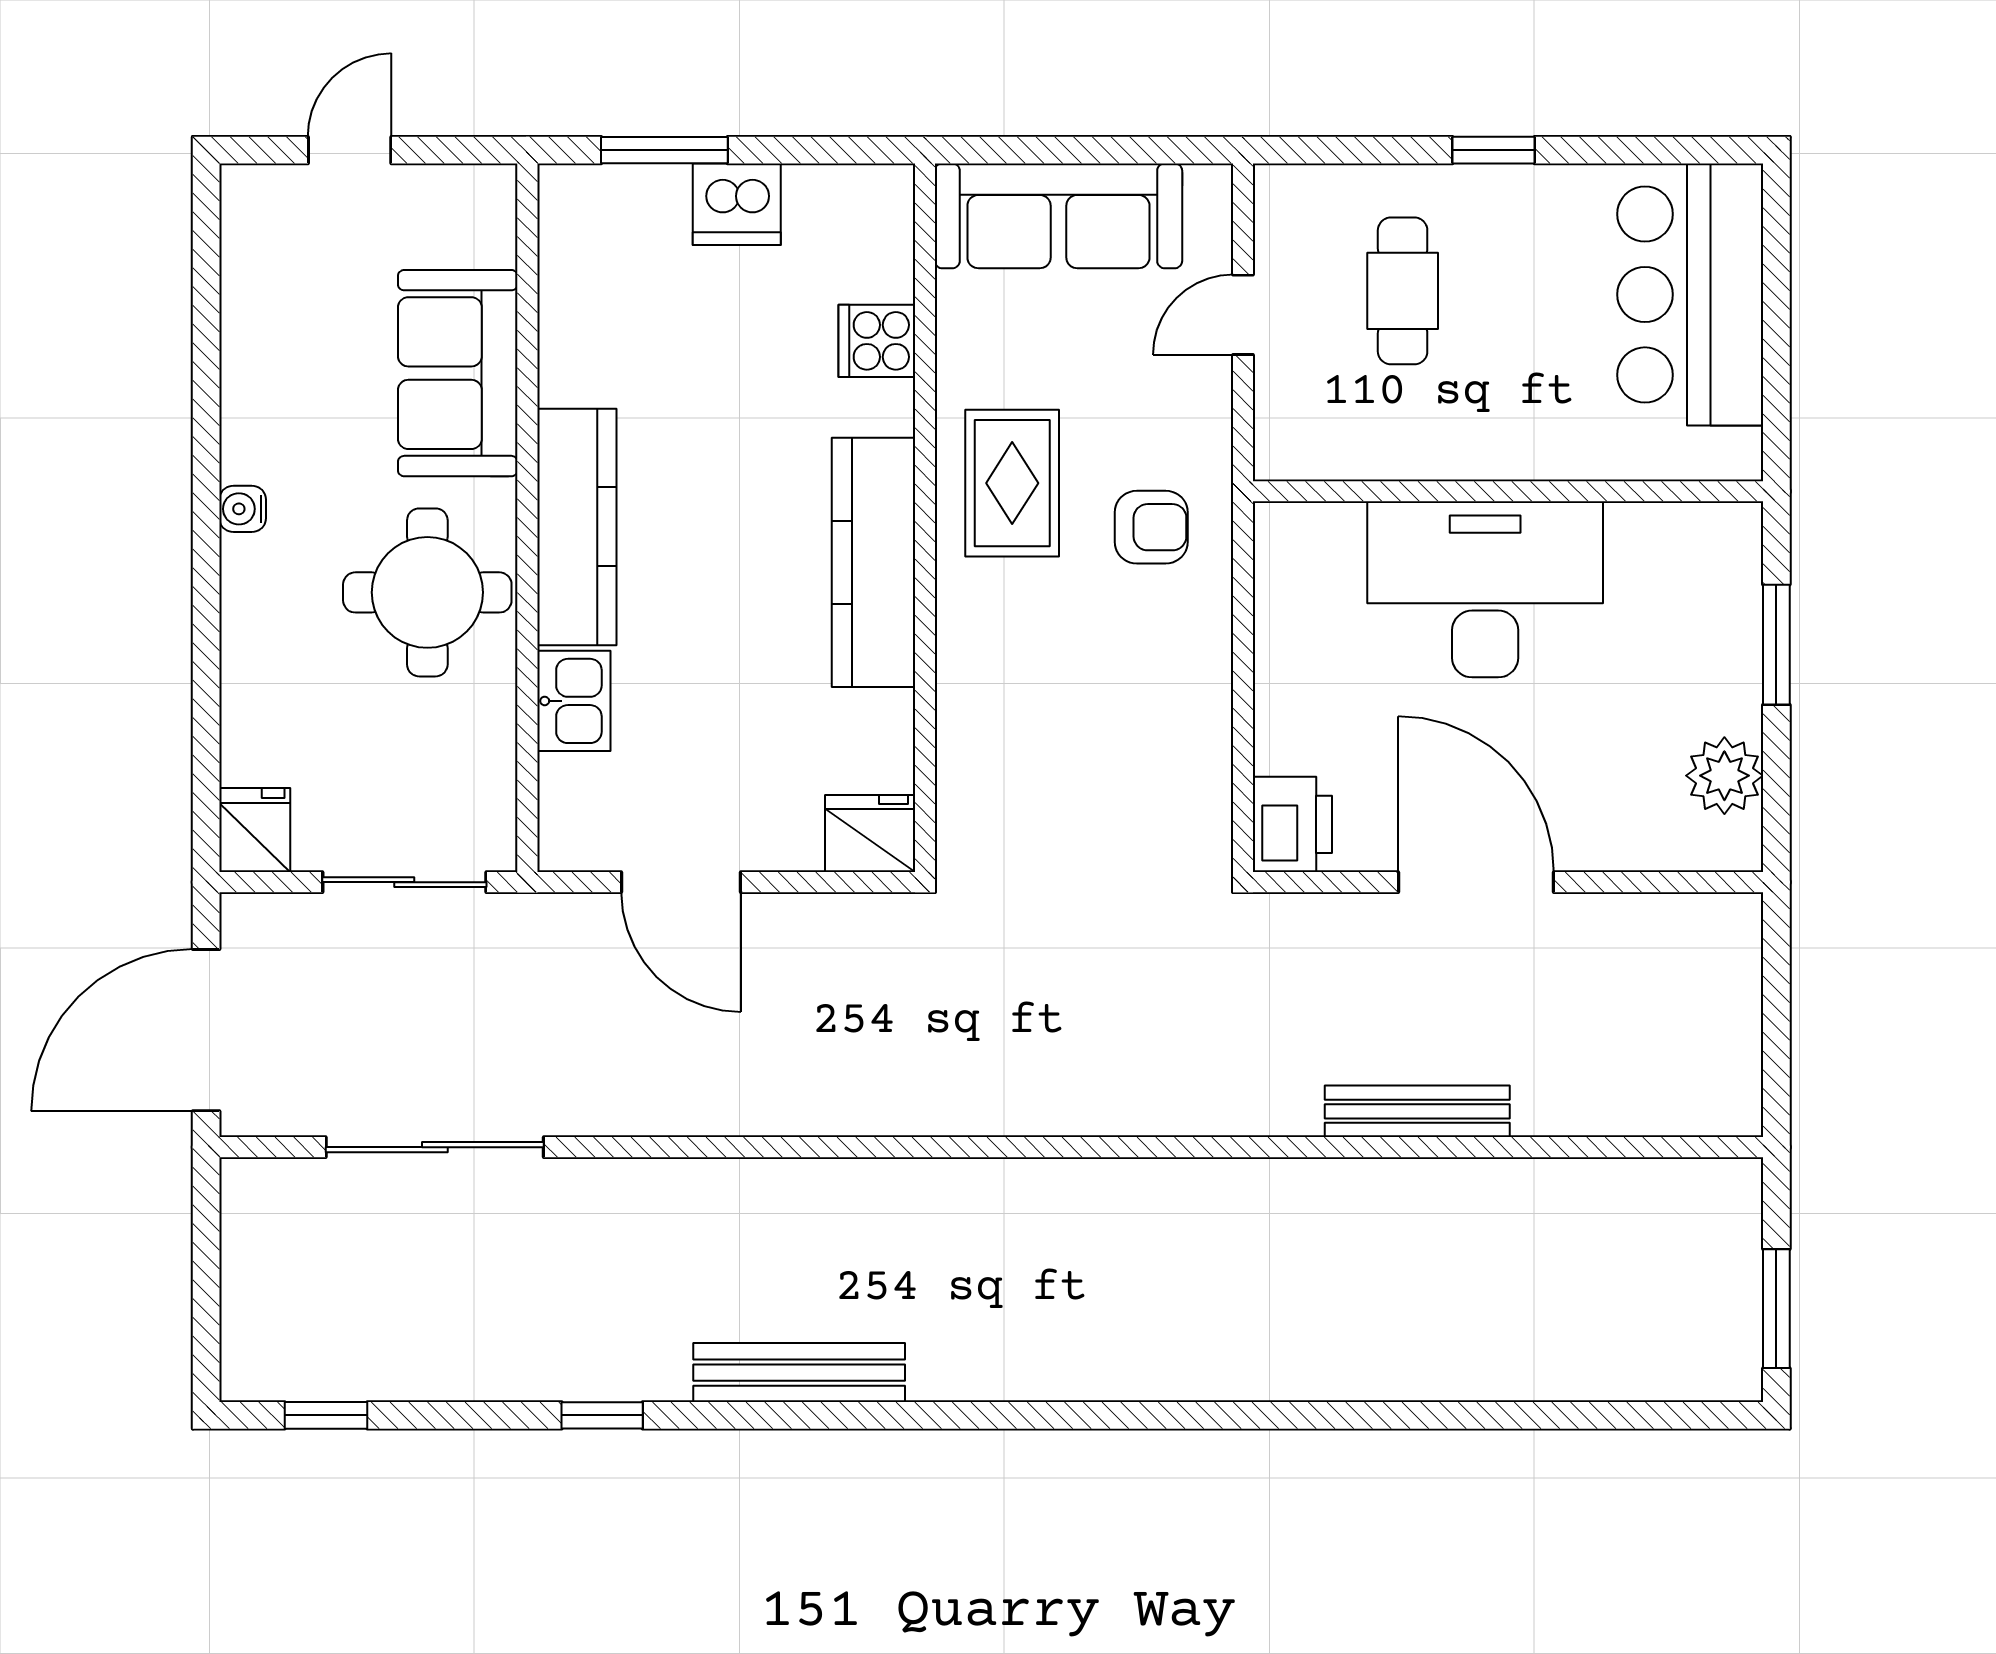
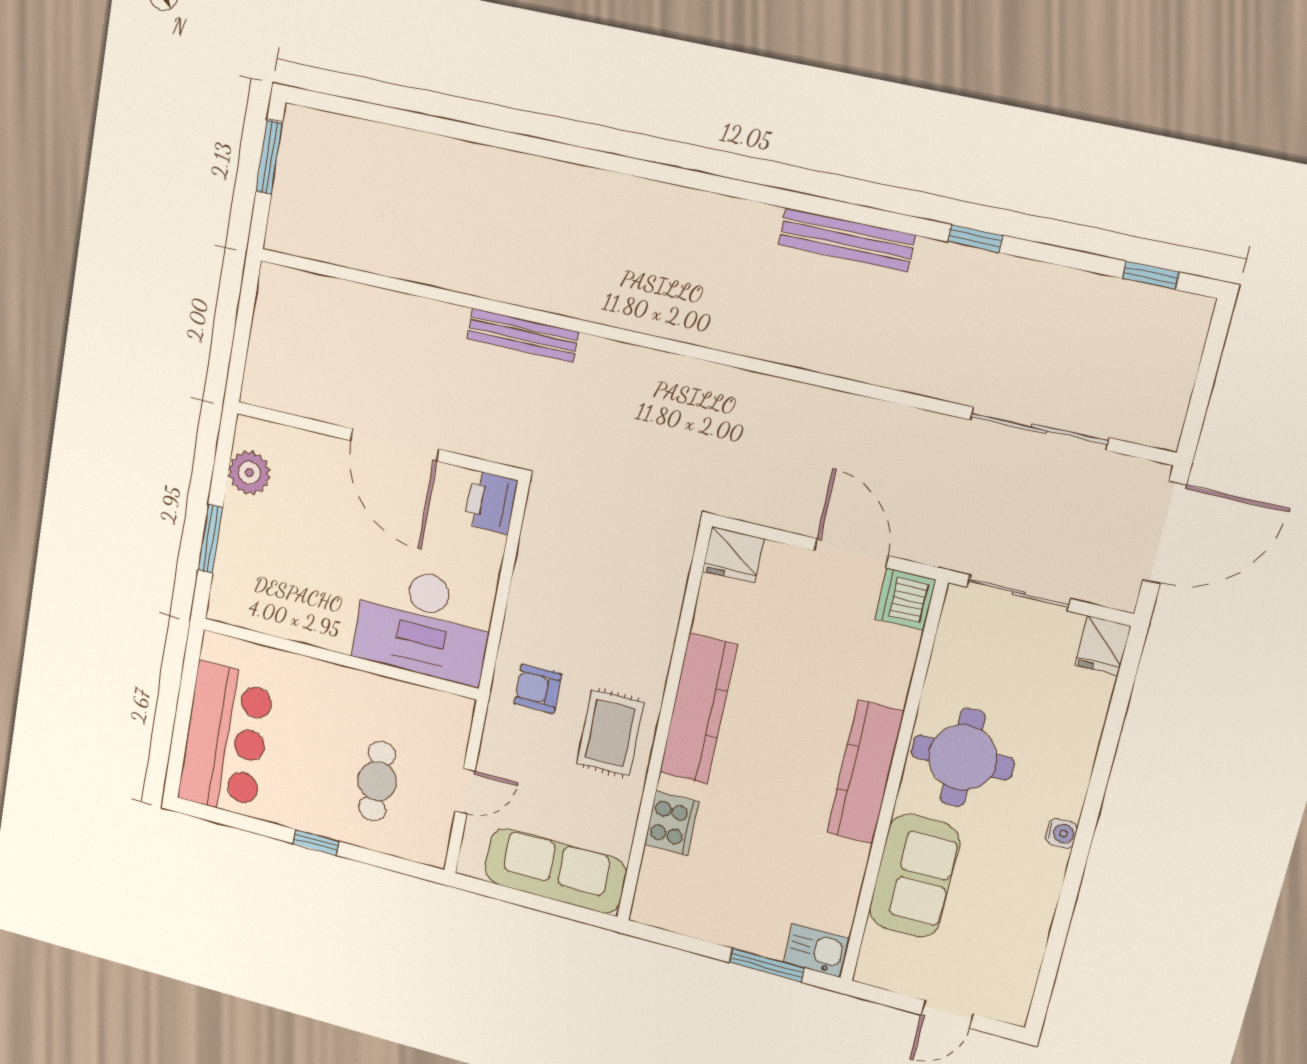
dishwasher: (737, 204) -> (905, 599), moved, turned -90
cooker: (877, 341) -> (672, 823), width x1.36
desk: (1485, 589) -> (423, 624), moved
kitchen sink: (574, 701) -> (816, 950), moved, turned 90
bench: (1417, 1111) -> (523, 335), moved

